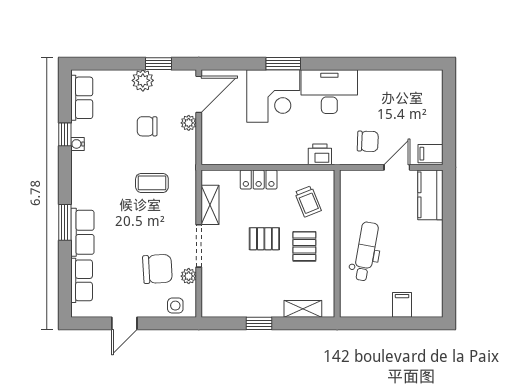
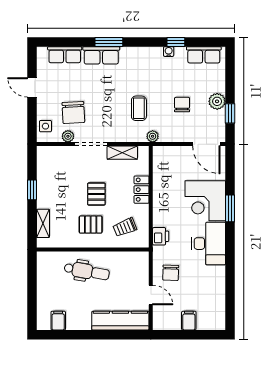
plant: (189, 123) -> (153, 136), moved
filing cabinet: (431, 154) -> (189, 321), moved
kitchen counter: (430, 195) -> (120, 321), width x1.50
filing cabinet: (402, 305) -> (58, 321), moved, turned -90

